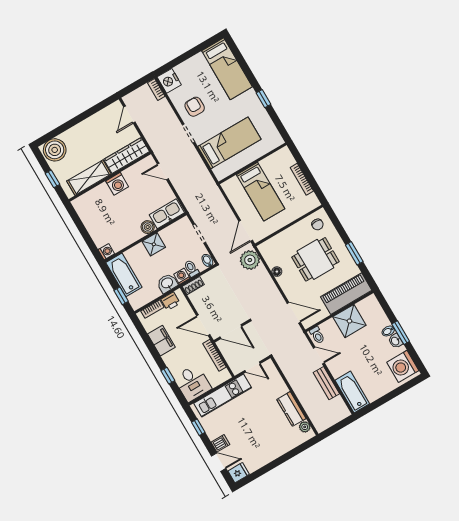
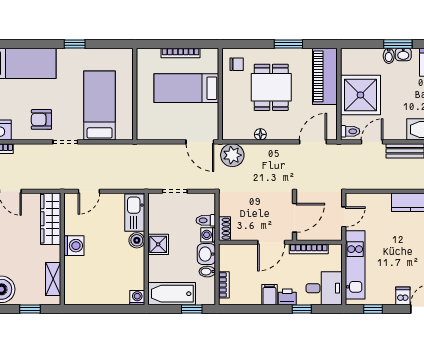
shelving: (89, 178) -> (53, 279), width x0.67, depth x0.75
bed: (261, 192) -> (186, 88), moved, turned 180
bidet: (207, 261) -> (207, 272), moved
printer: (170, 301) -> (287, 297), moved, turned -90
shower: (349, 321) -> (360, 95), width x1.37, depth x1.37
filing cabinet: (161, 341) -> (269, 295), width x0.50

